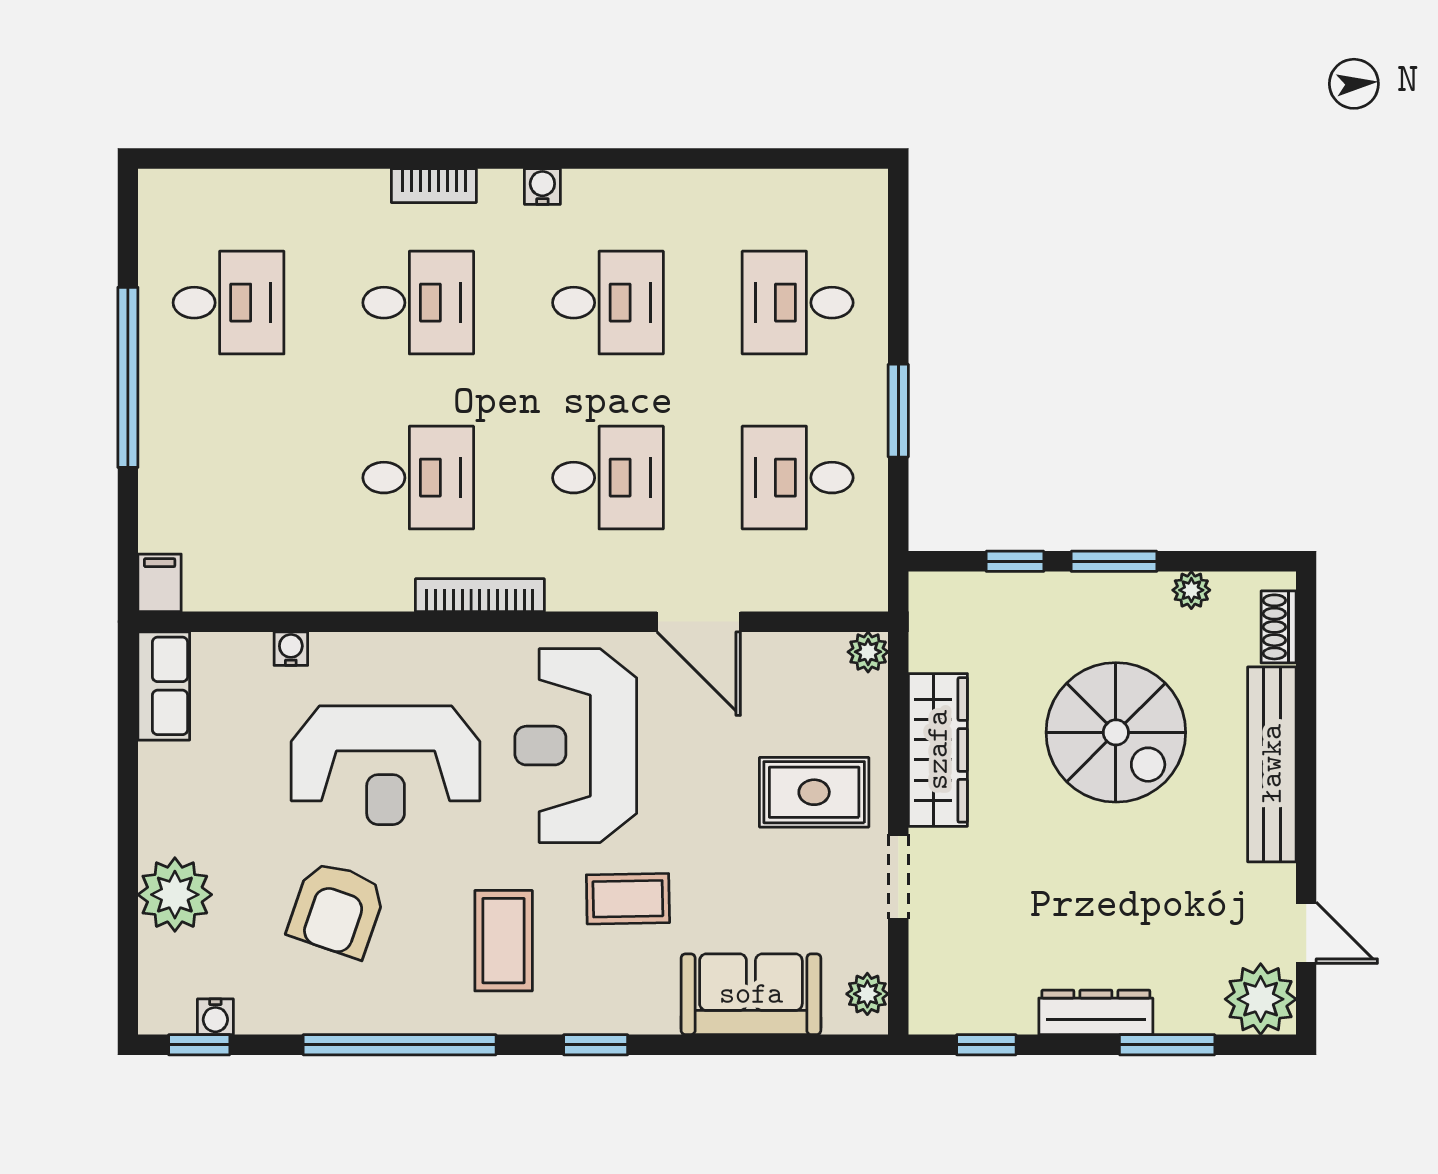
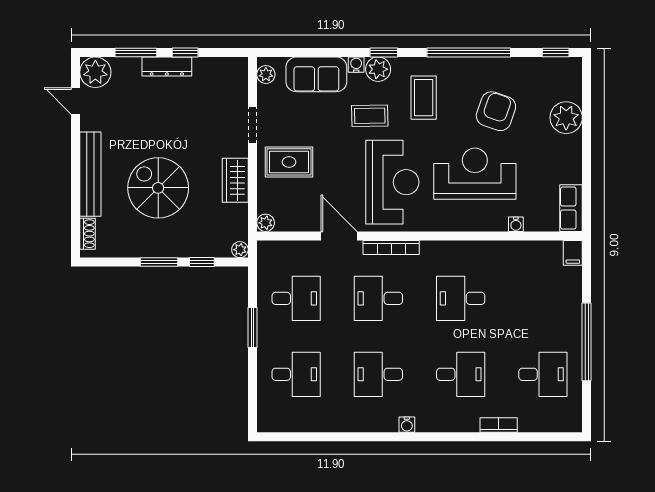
bookcase: (434, 186) -> (499, 425), moved
desk: (228, 303) -> (543, 374), turned 180
desk: (418, 303) -> (461, 374), turned 180
plant: (1191, 590) -> (240, 250), moved
bookcase: (480, 595) -> (391, 247), moved
wardrobe: (938, 750) -> (235, 180), width x0.67
plant: (609, 1006) -> (378, 69), added
water cooler: (215, 1017) -> (356, 65), moved
window: (986, 1045) -> (185, 52), moved

